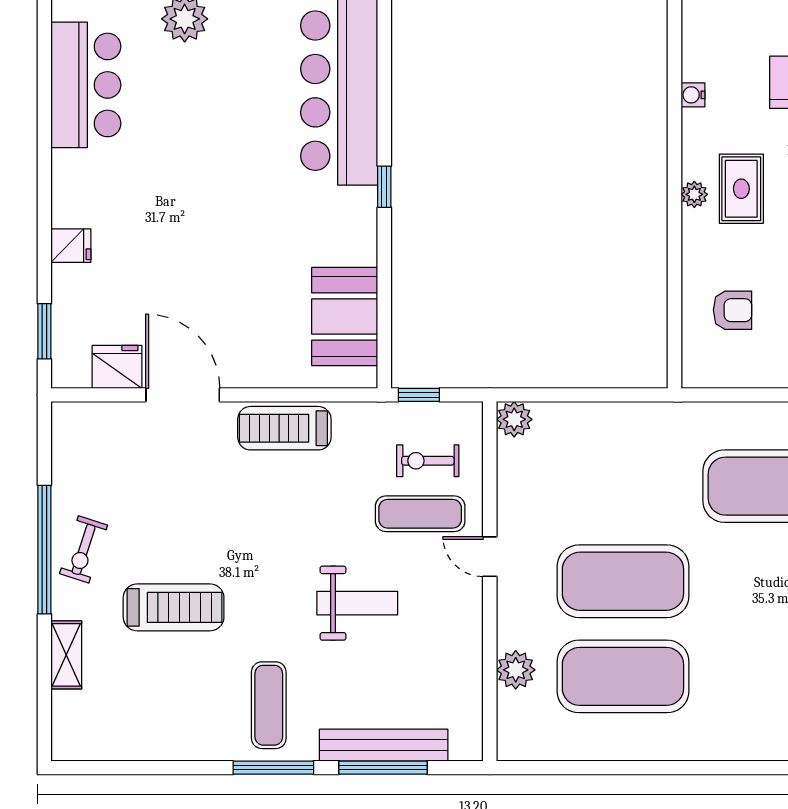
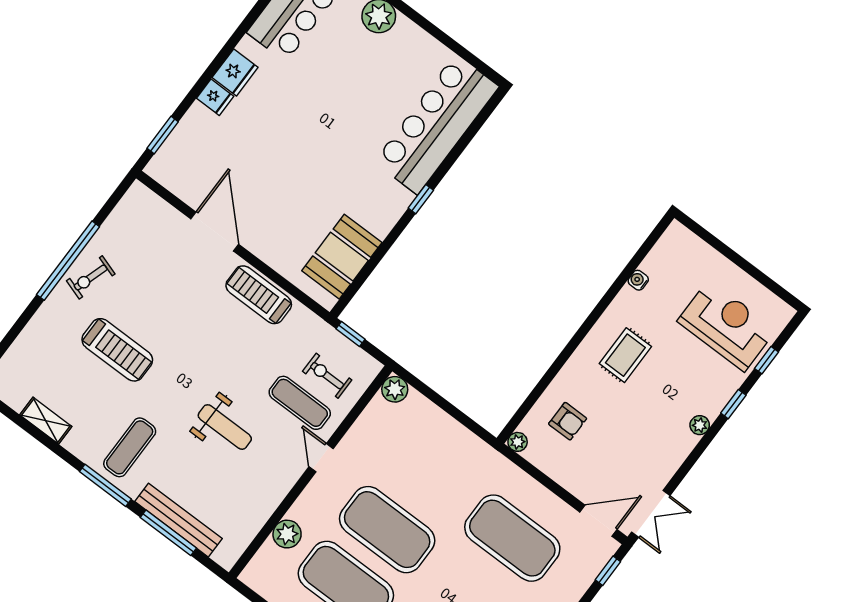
plant: (694, 194) -> (518, 442), moved
fridge: (117, 367) -> (235, 72), moved, turned 90
shelving: (66, 655) -> (46, 421), moved, turned 90

